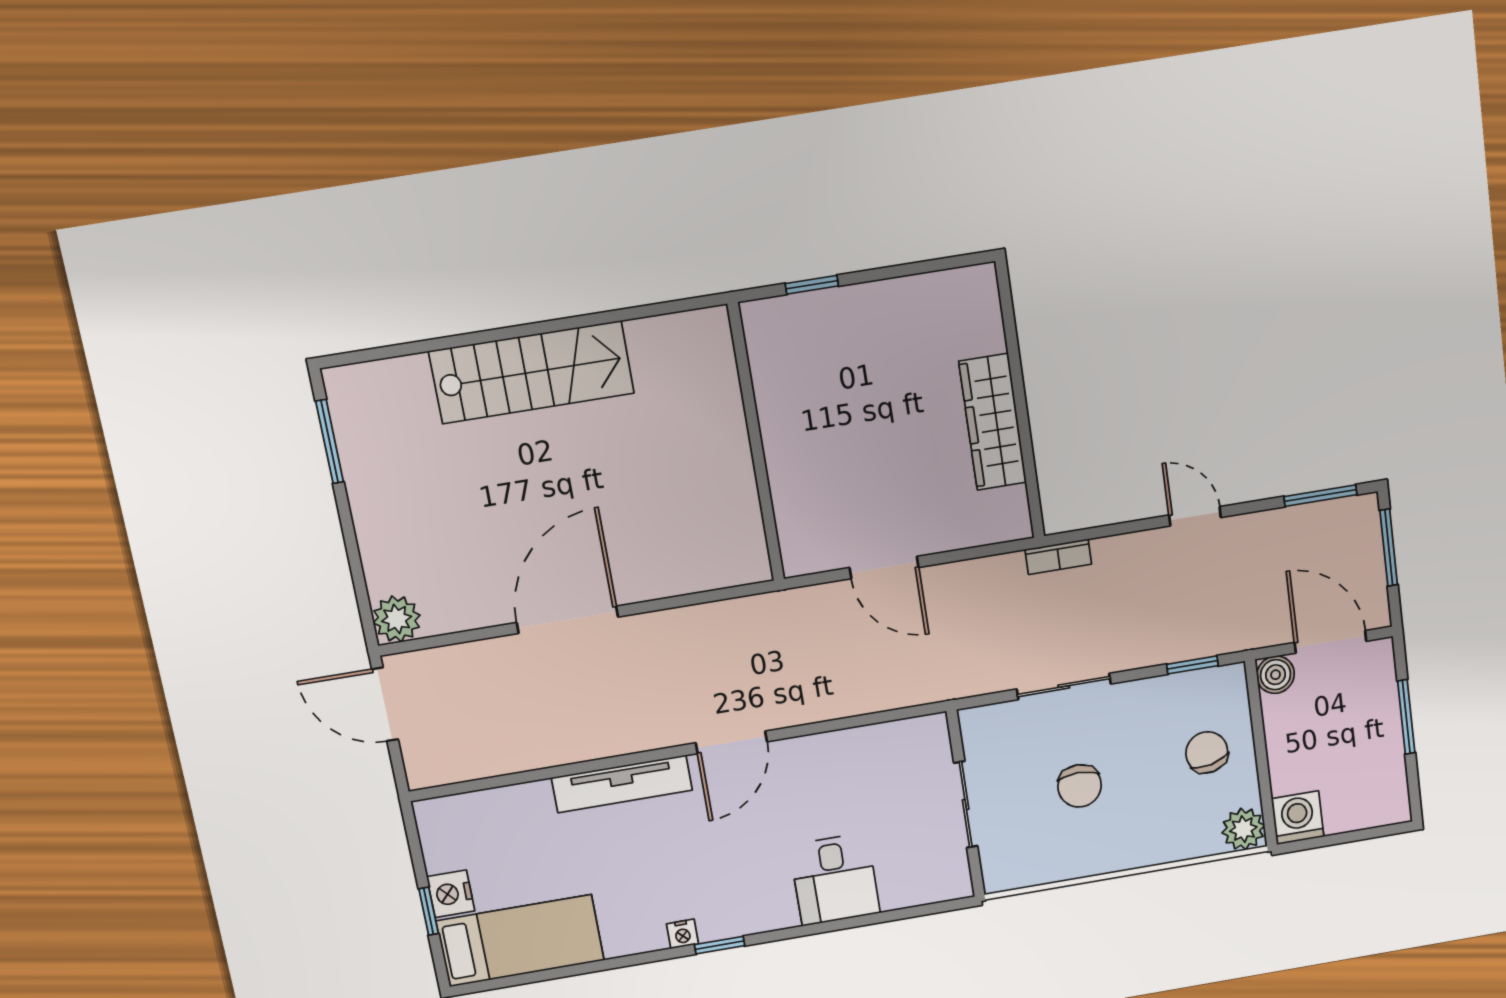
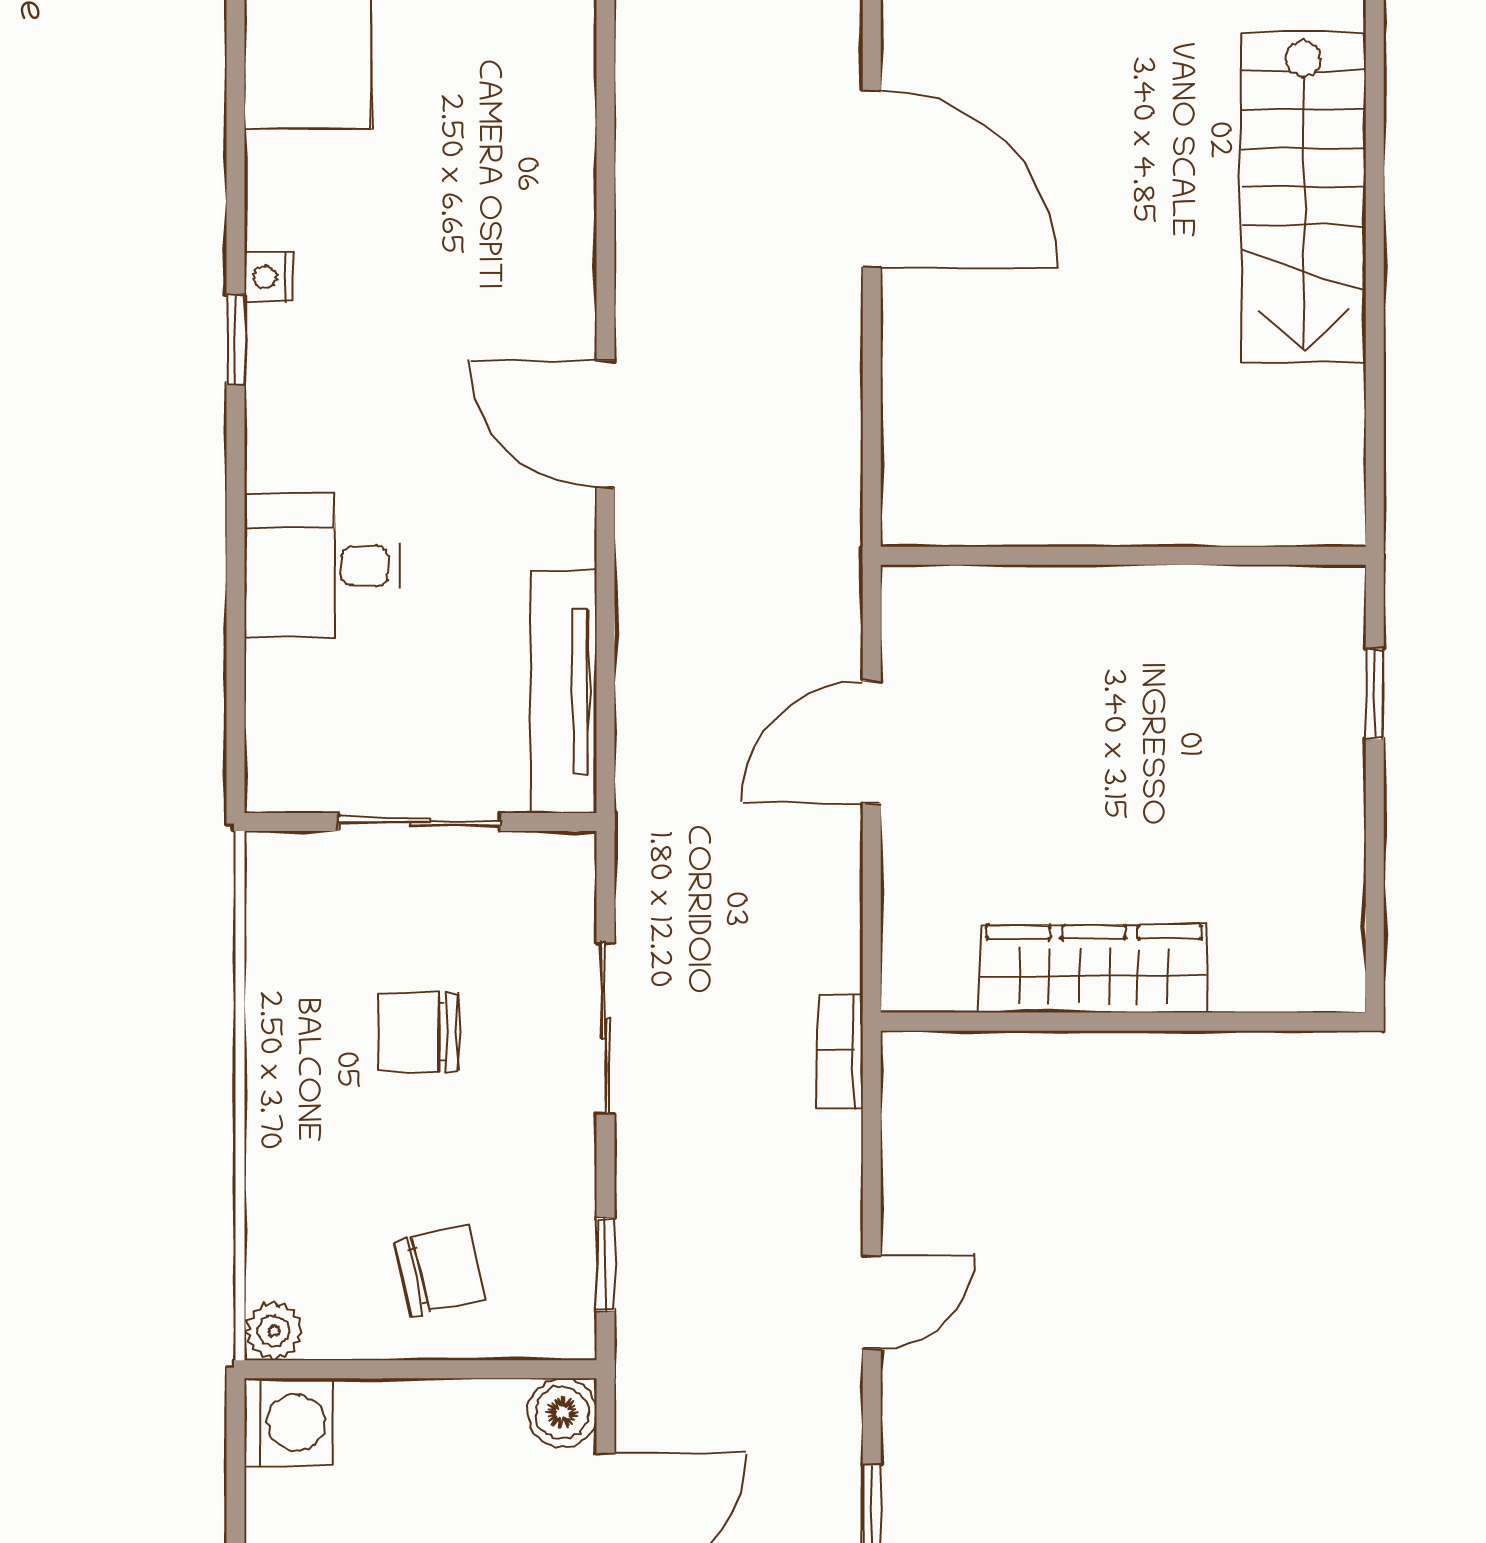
tv unit: (622, 784) -> (564, 692), moved
plant: (1243, 829) -> (274, 1331), width x0.73, depth x0.73

